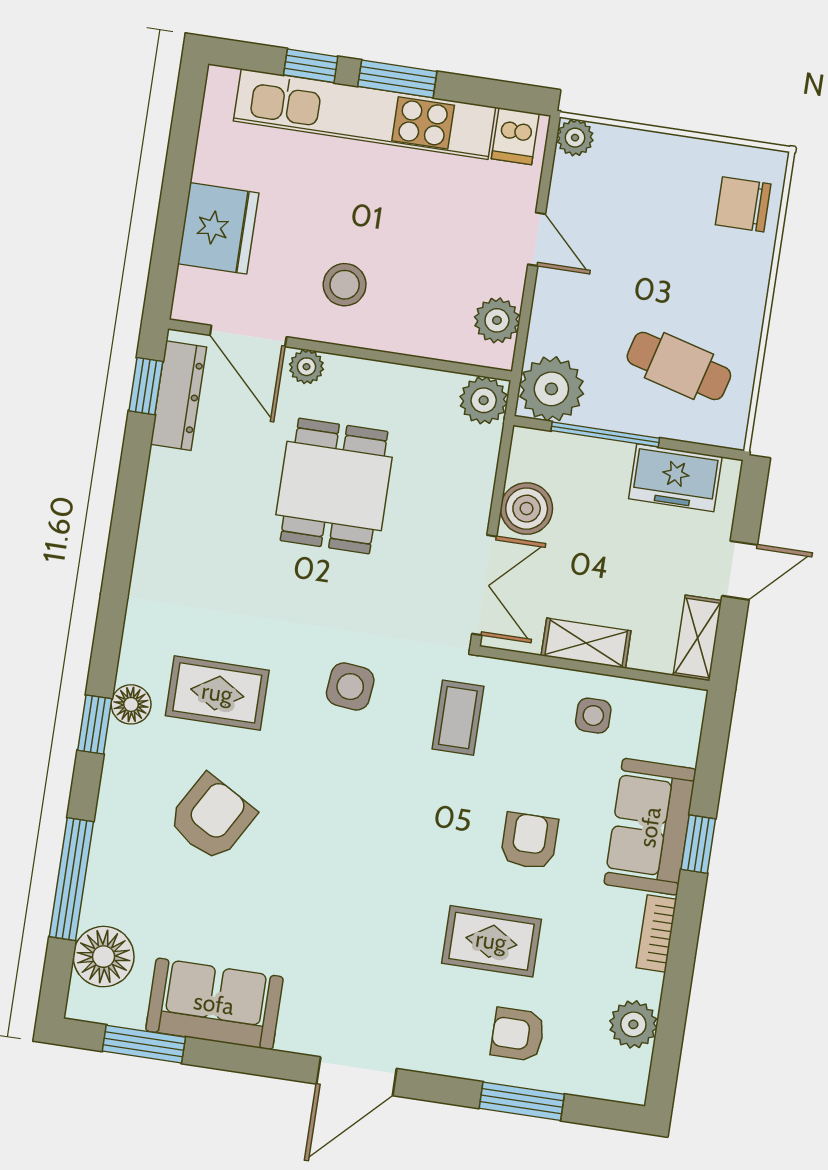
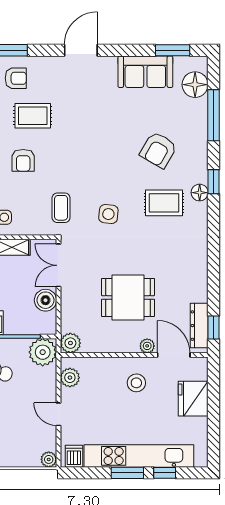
dining table: (334, 486) -> (128, 297), turned 90

